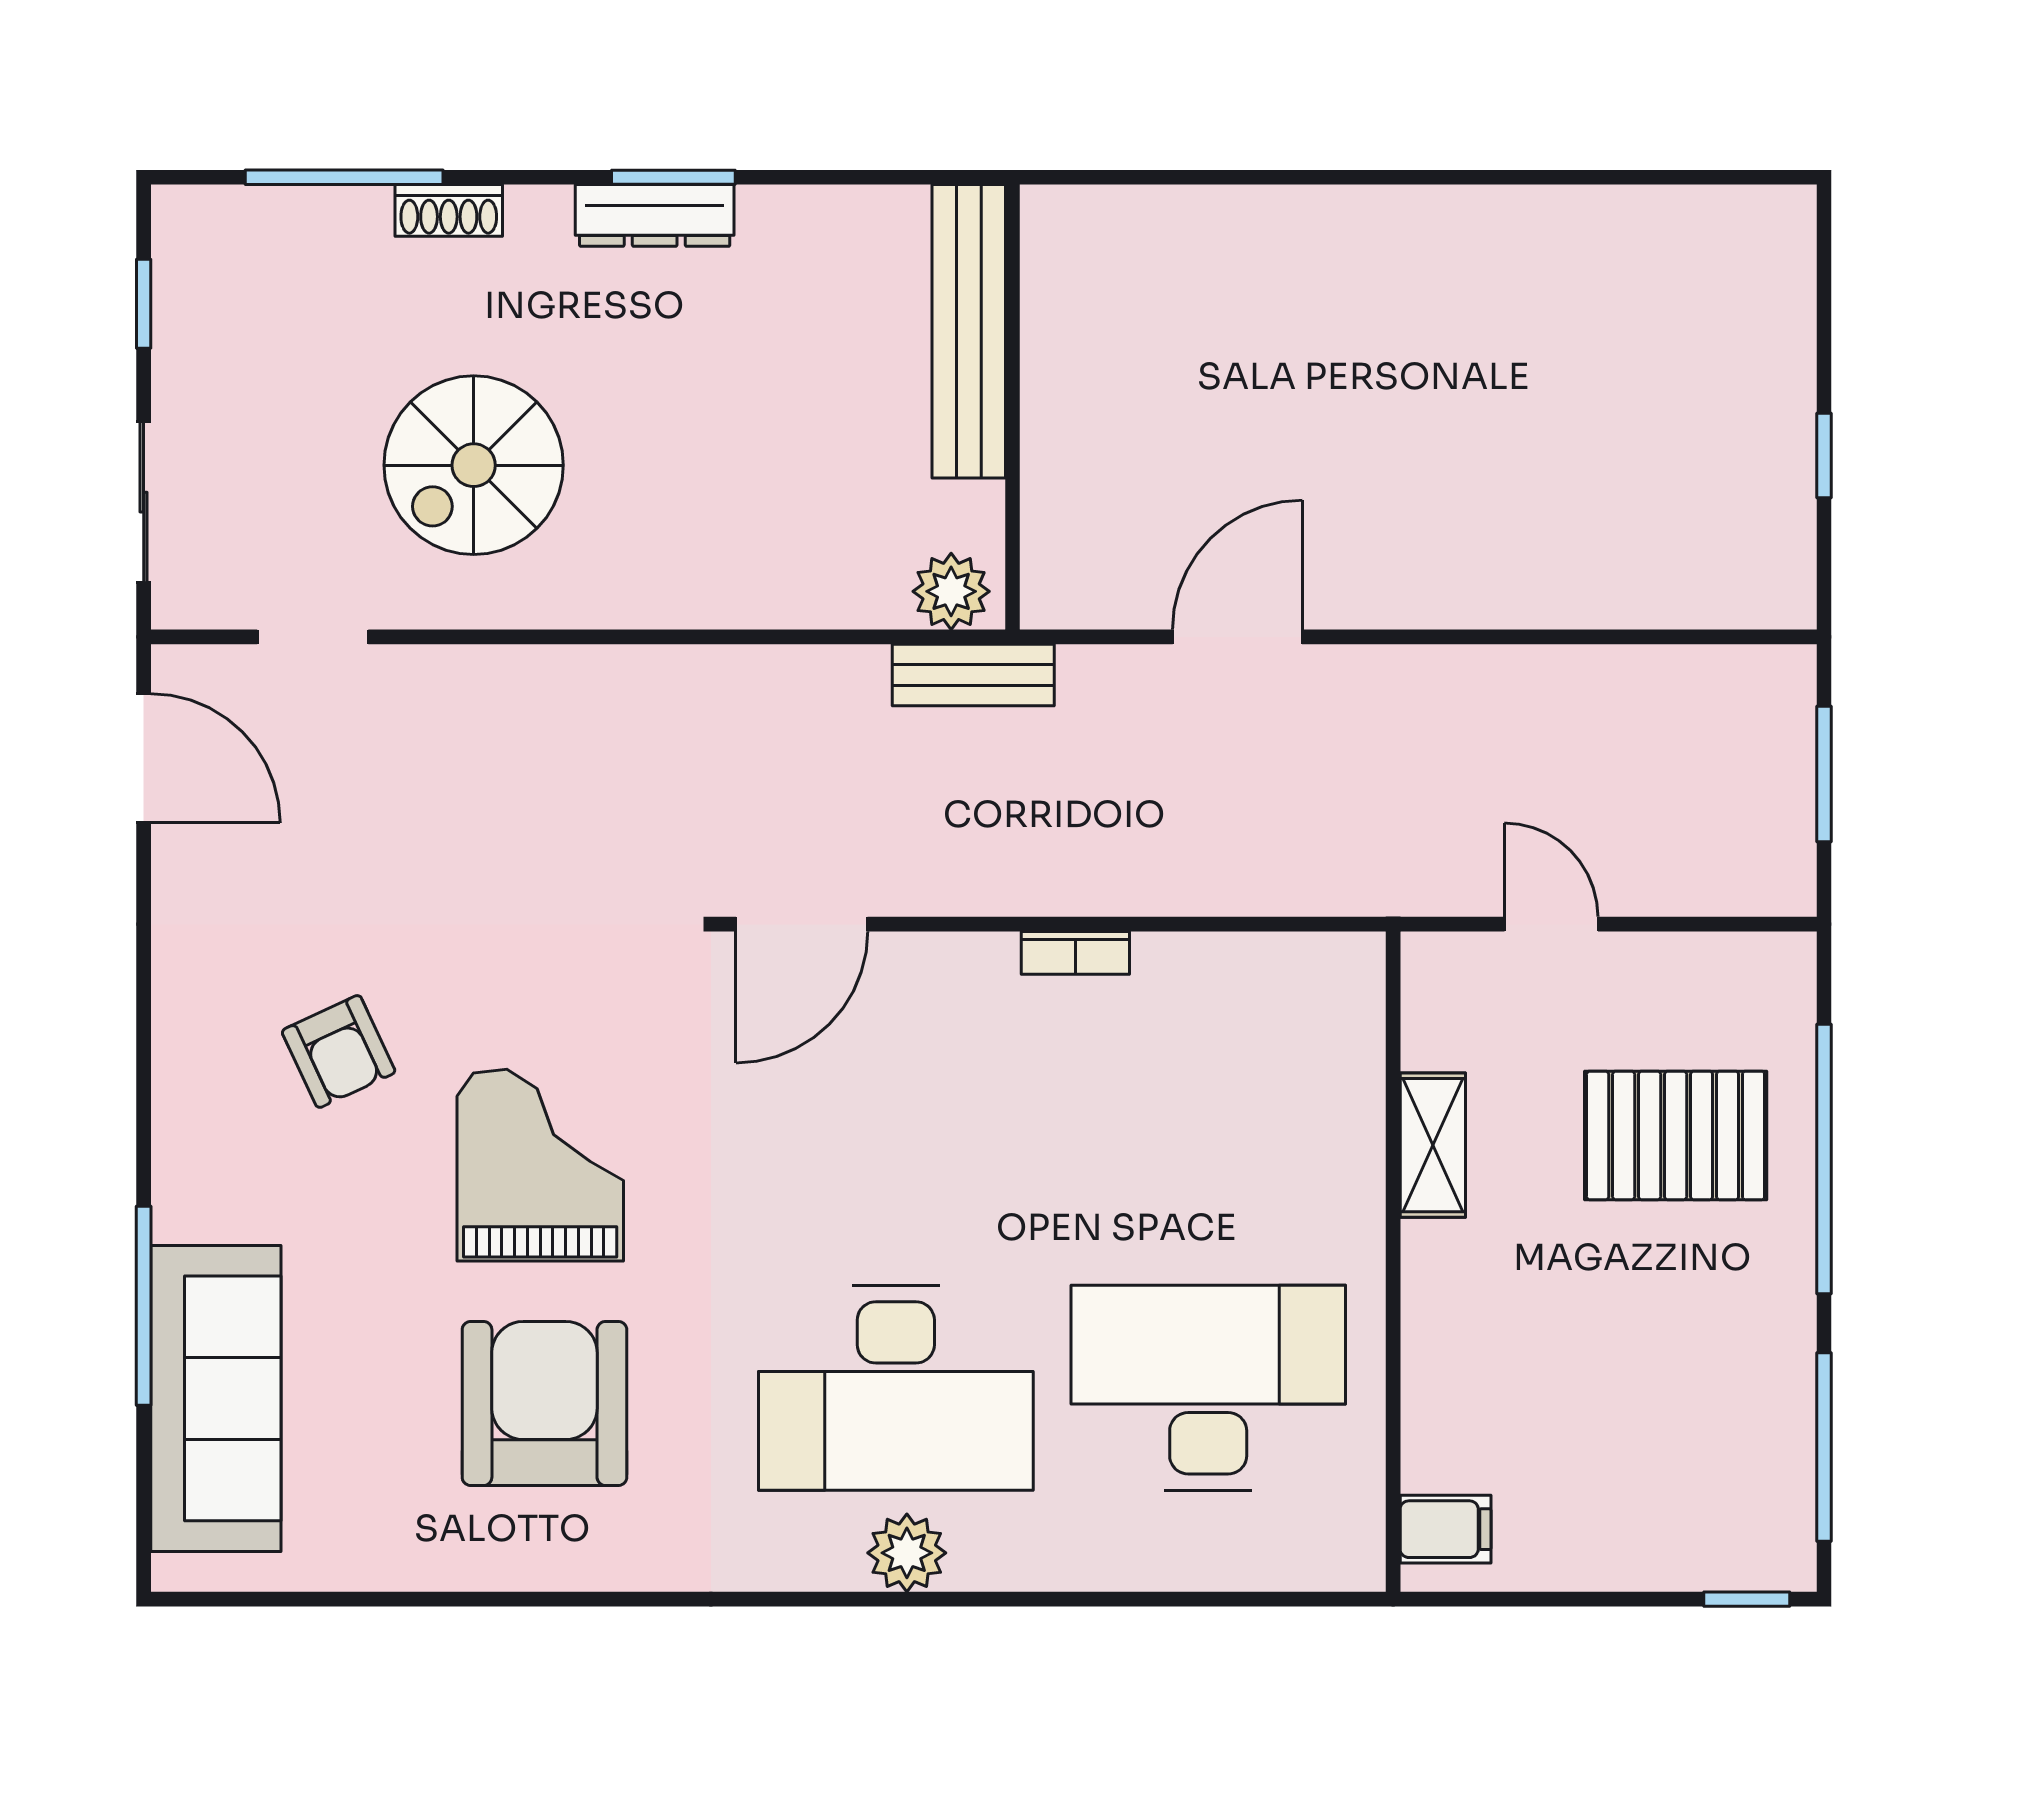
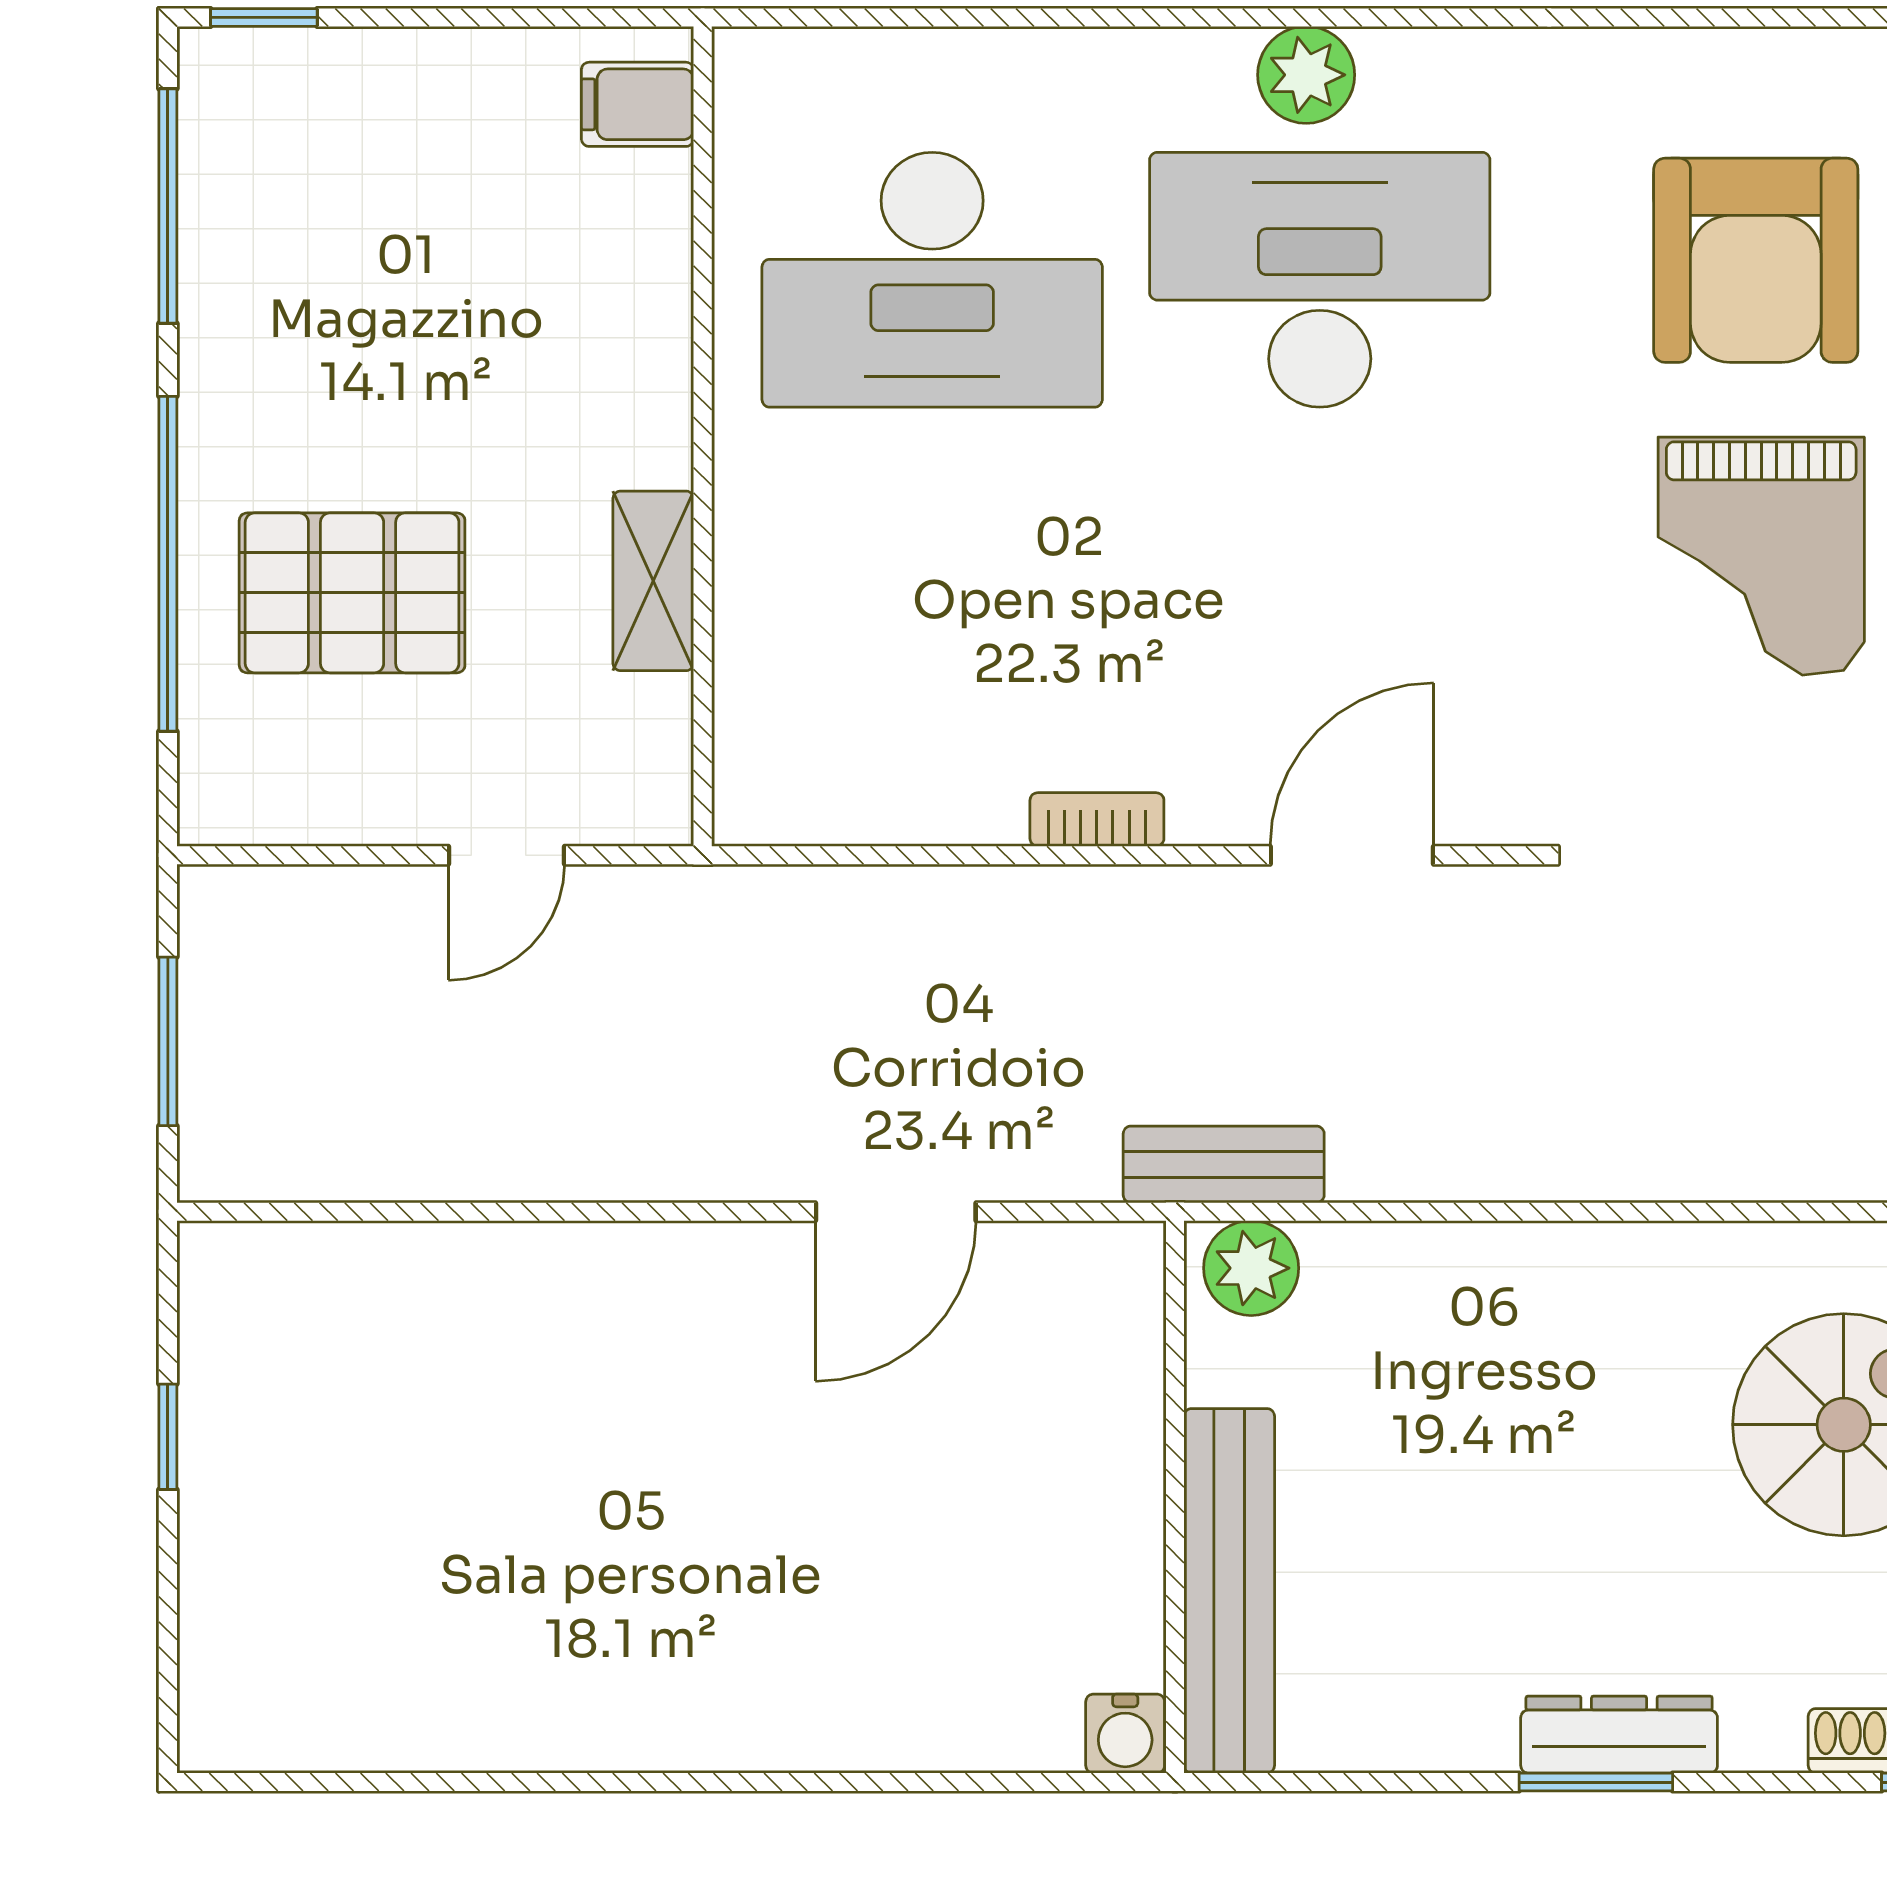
water cooler: (1053, 216) -> (1125, 1734), added
door: (802, 924) -> (1352, 855), moved
door: (1551, 924) -> (506, 855), hinge flipped

